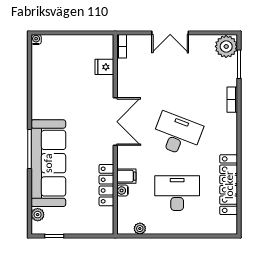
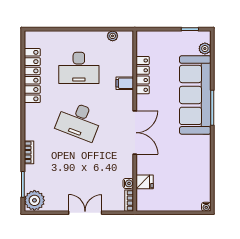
double door: (115, 122) -> (135, 133), swing flipped
water cooler: (122, 191) -> (128, 183), moved

